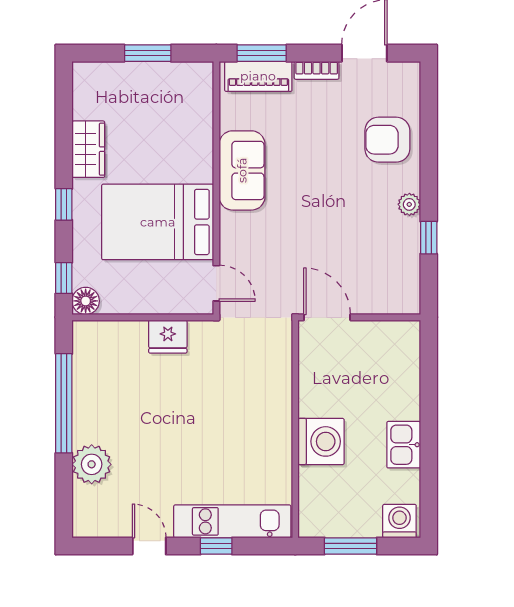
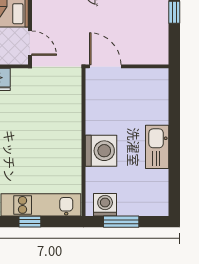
kitchen sink: (404, 445) -> (157, 147), width x1.38
washing machine: (399, 521) -> (105, 205), moved

